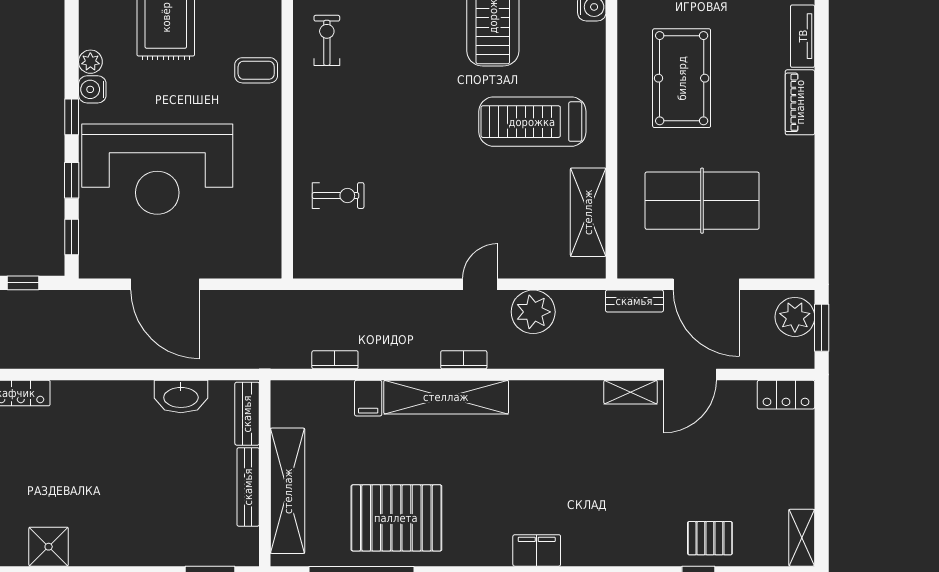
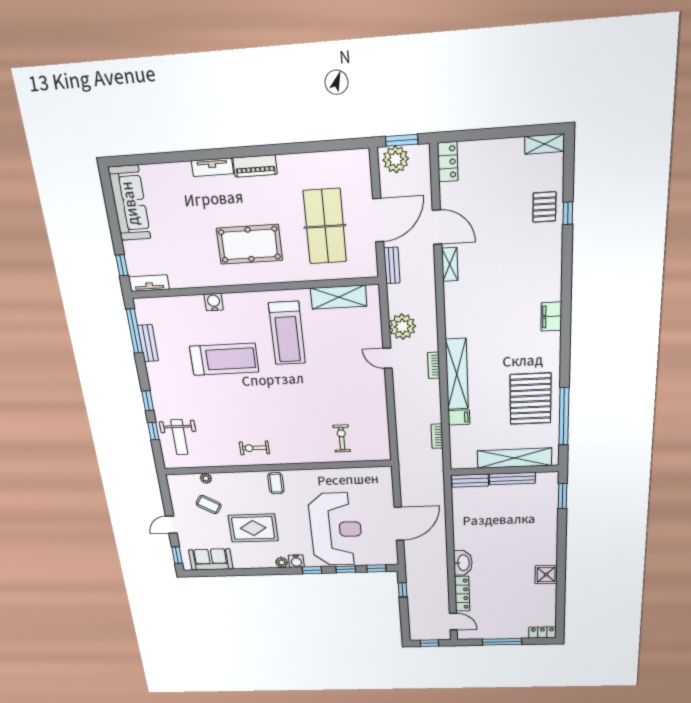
washbasin: (181, 397) -> (463, 563), moved

